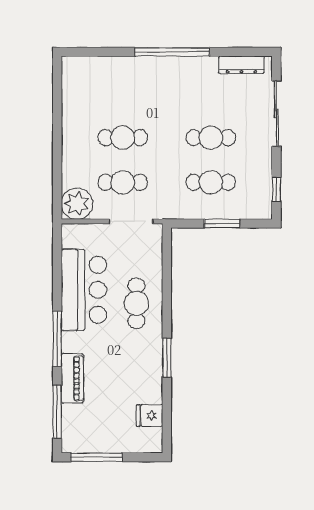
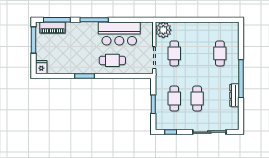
dresser: (241, 65) -> (234, 95), moved
cafe table: (123, 138) -> (220, 53), moved
piano: (72, 378) -> (53, 28), moved
fridge: (149, 416) -> (41, 67), moved

